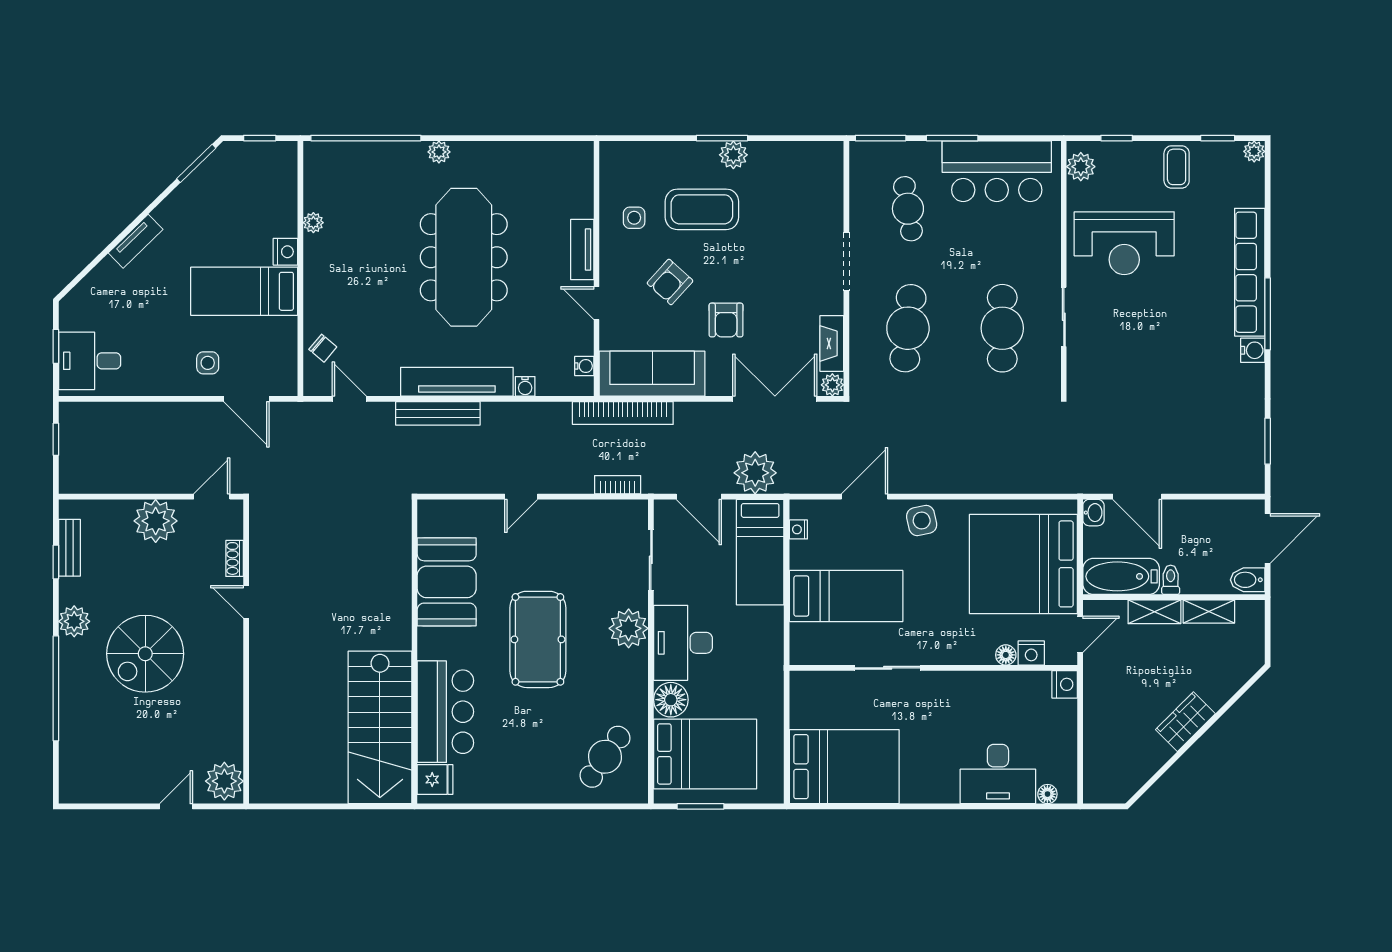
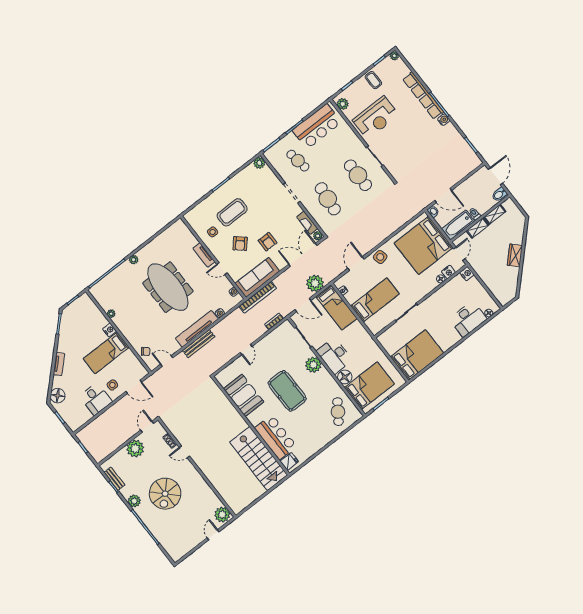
plant: (733, 155) -> (259, 163), moved
floor lamp: (85, 301) -> (58, 396), added
desk: (90, 361) -> (96, 399), moved, turned -90

